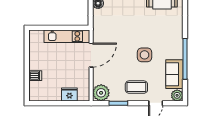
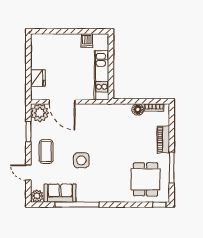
door: (91, 55) -> (62, 102), moved
dishwasher: (35, 76) -> (87, 41), moved

